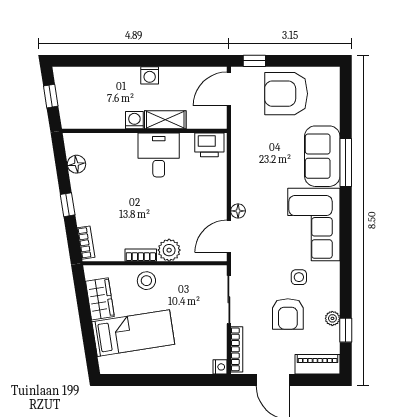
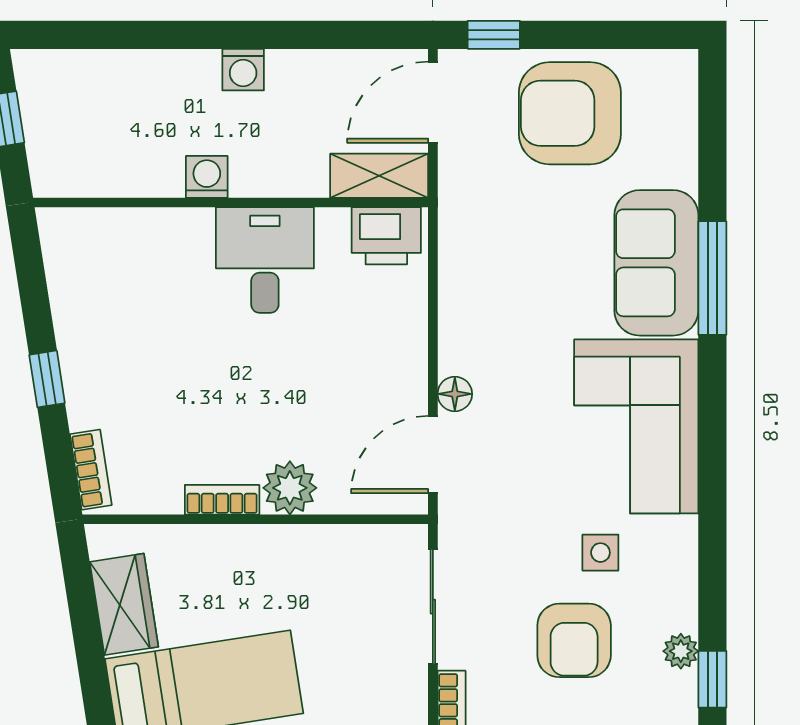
shelving: (165, 120) -> (379, 176), moved
floor lamp: (76, 164) -> (68, 282), removed
stool: (146, 281) -> (235, 561), removed

